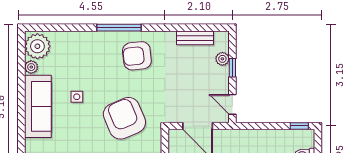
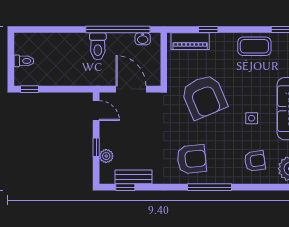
window: (203, 28) -> (125, 187), added
armchair: (74, 54) -> (255, 161), added

